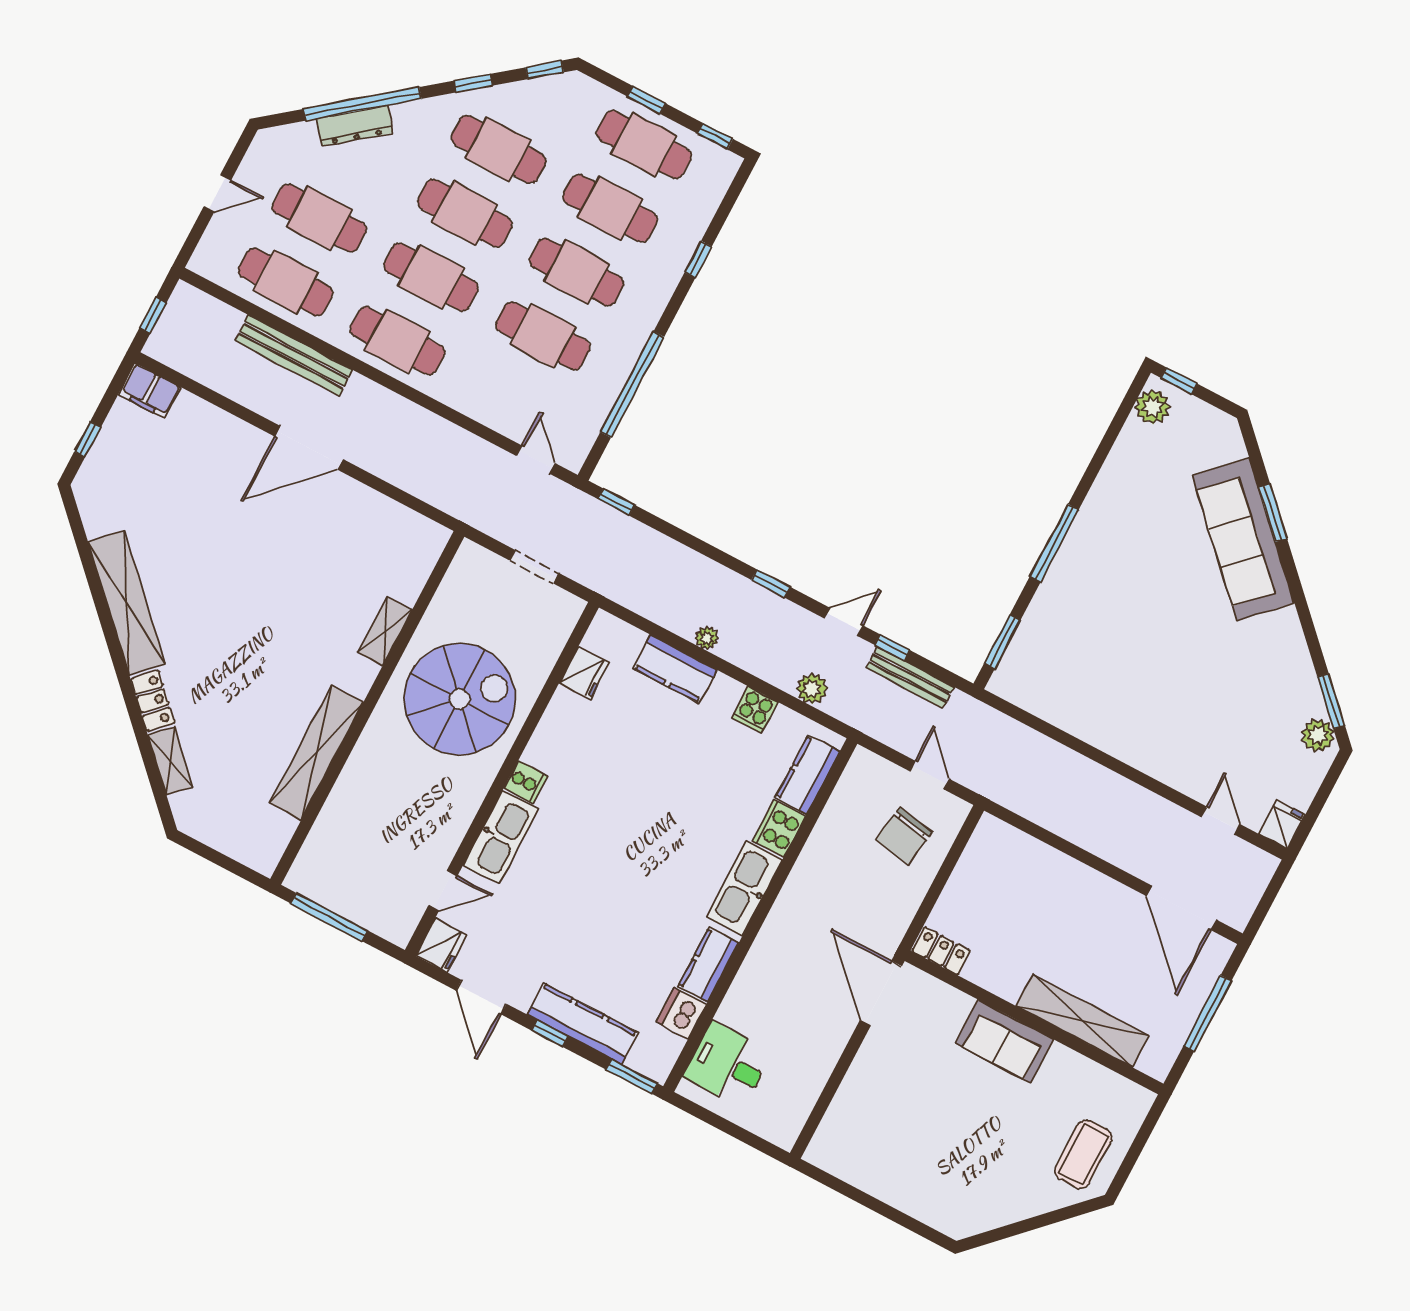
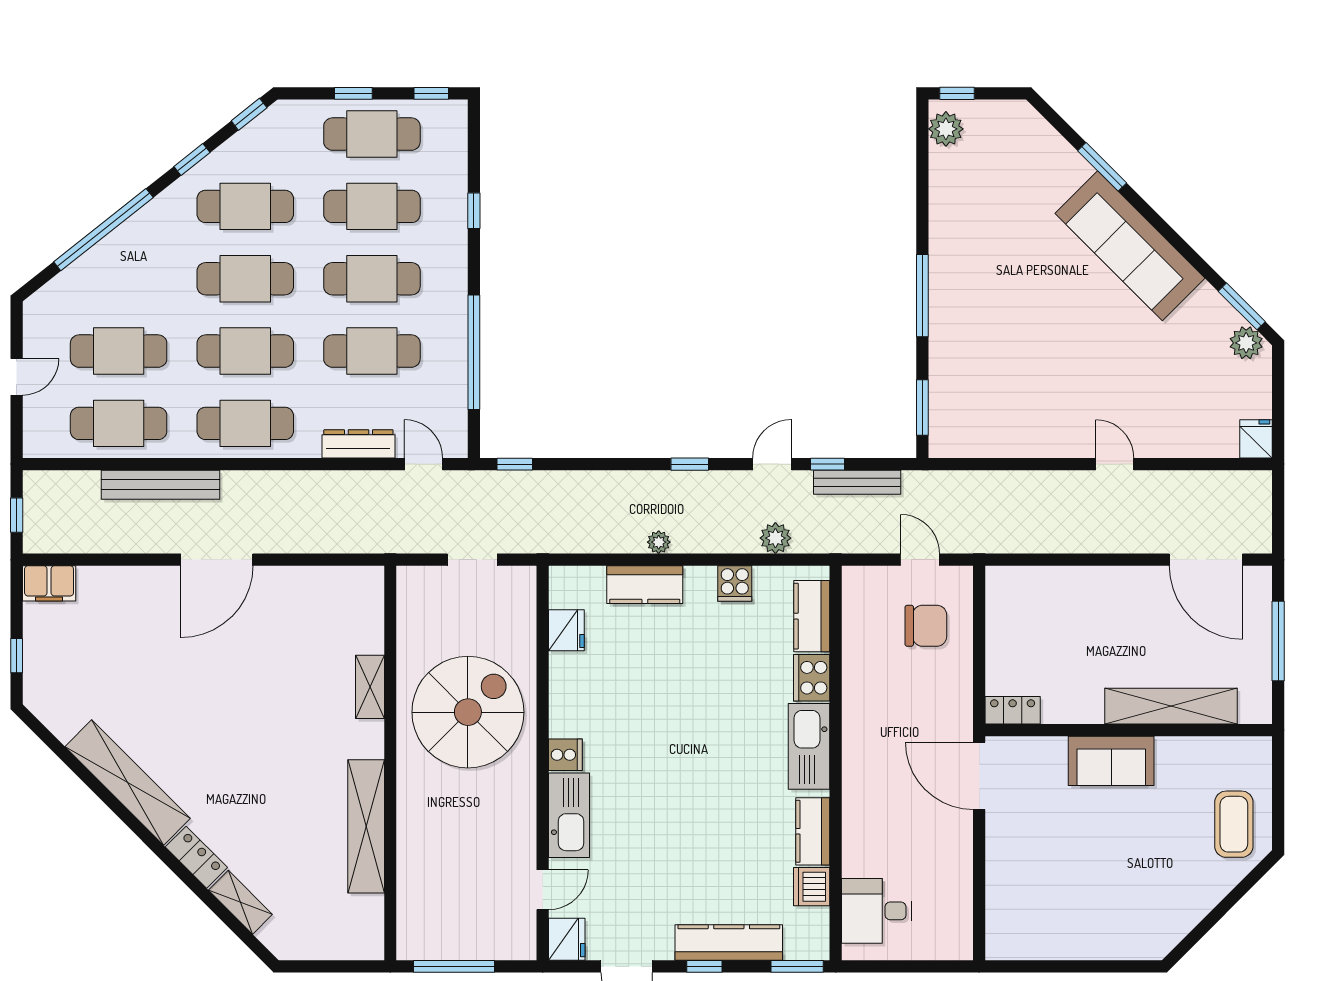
dresser: (355, 126) -> (358, 444), moved, turned -142
sofa: (1243, 539) -> (1130, 246), moved
door: (1220, 821) -> (1115, 464), moved
chair: (904, 836) -> (926, 626), turned -100

